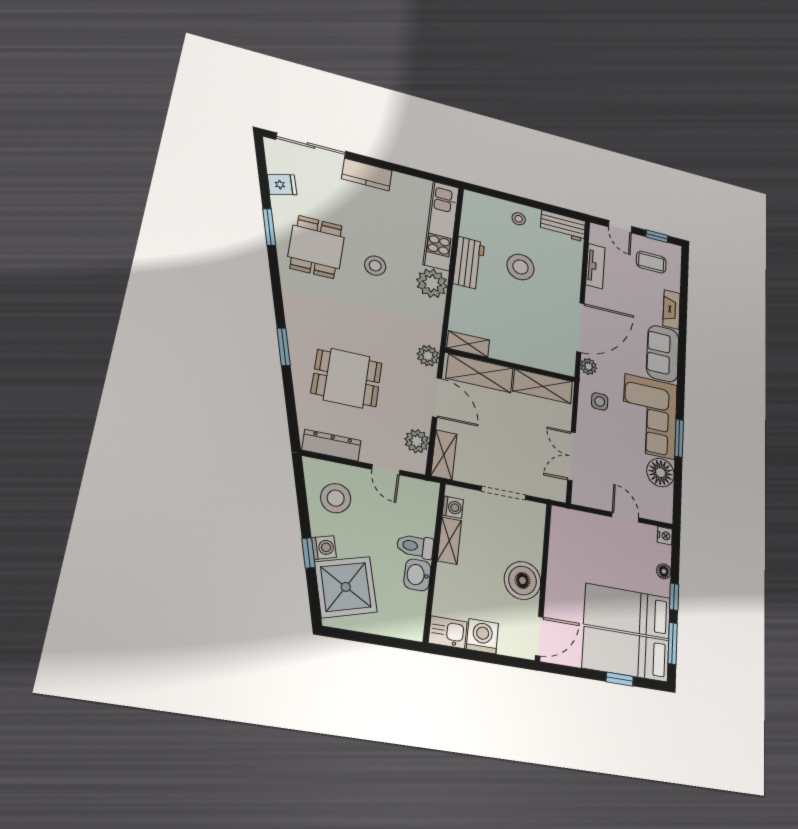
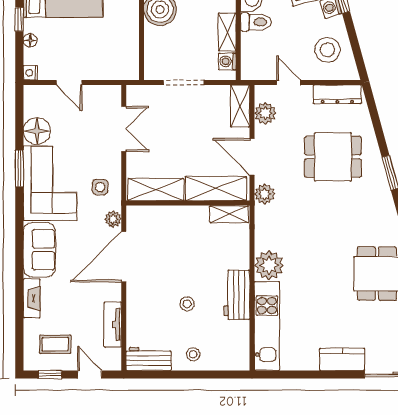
stool: (375, 266) -> (322, 269), removed
stool: (520, 267) -> (187, 304), width x0.53, depth x0.53

